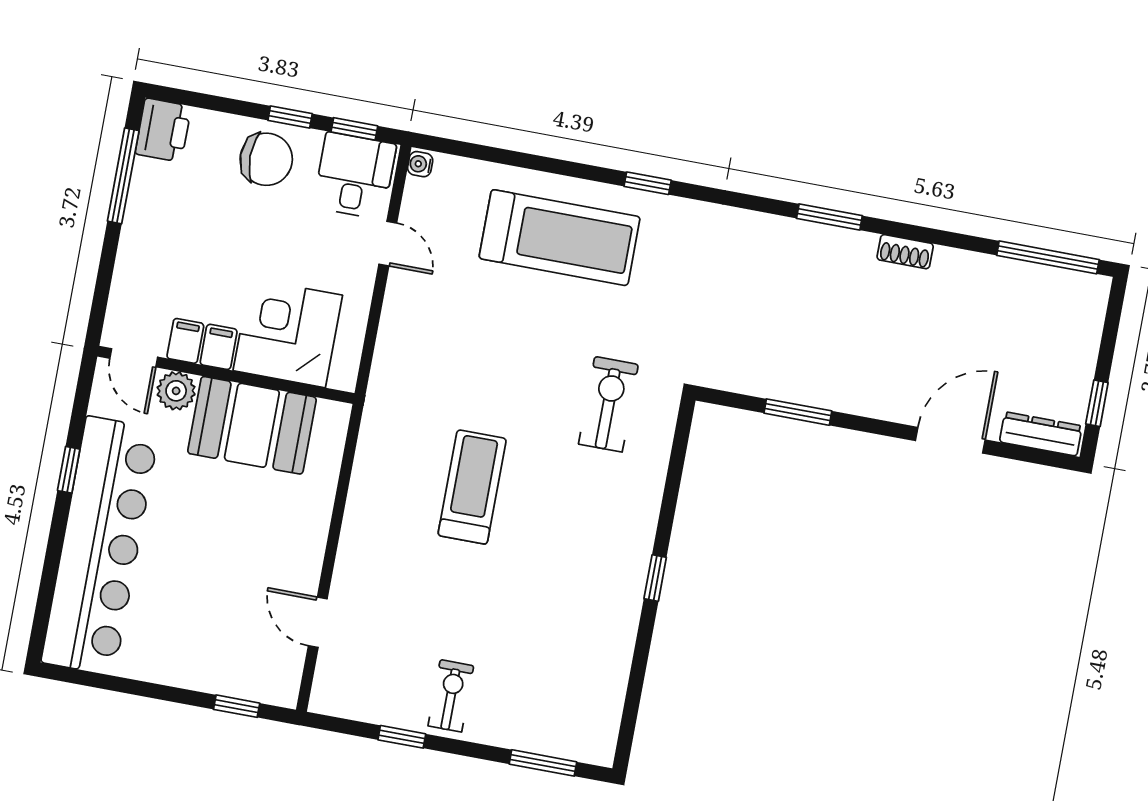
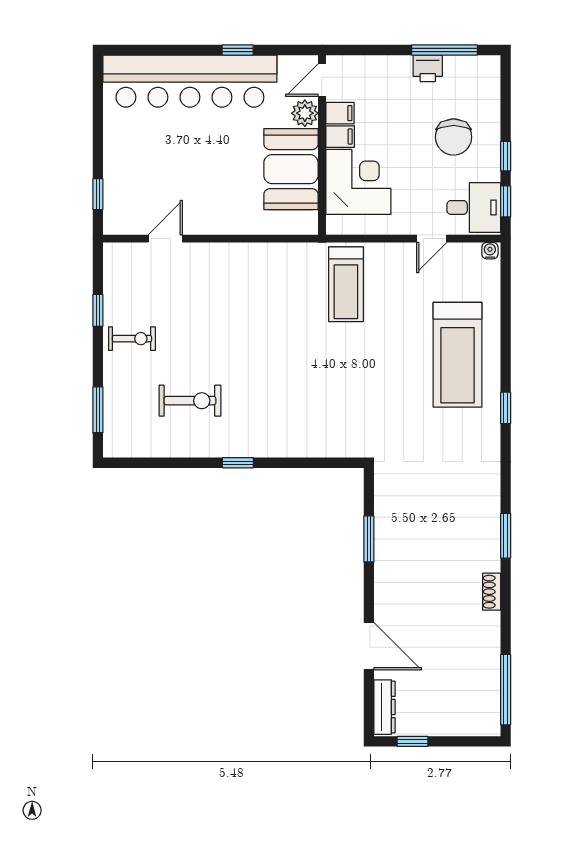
printer: (163, 130) -> (428, 68), moved, width x0.73, depth x0.81
chair: (266, 159) -> (454, 137), moved
exercise bike: (608, 404) -> (190, 401), moved
treadmill: (472, 487) -> (346, 284), moved, turned 90

